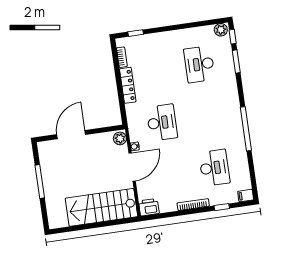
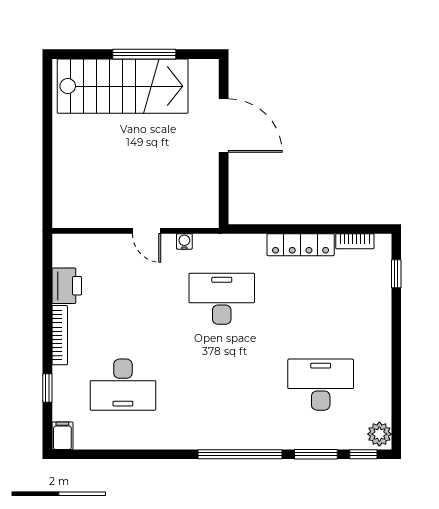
desk: (162, 122) -> (222, 299), turned 180
window: (246, 129) -> (240, 454), moved
plant: (120, 138) -> (203, 216), removed
door: (132, 167) -> (147, 231), width x0.53
stairs: (101, 207) -> (123, 86), moved, turned 90
printer: (149, 207) -> (67, 286), moved

